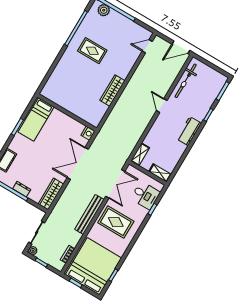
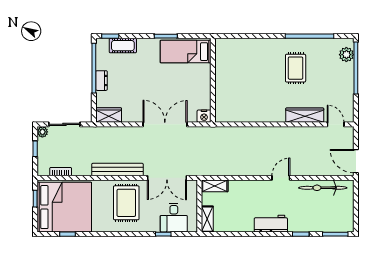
wardrobe: (112, 90) -> (305, 115), moved
wardrobe: (51, 194) -> (109, 115), width x0.67

